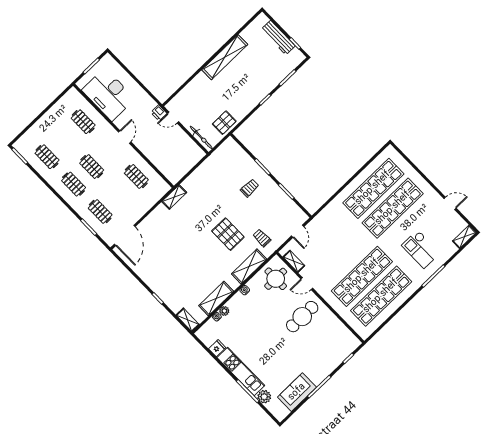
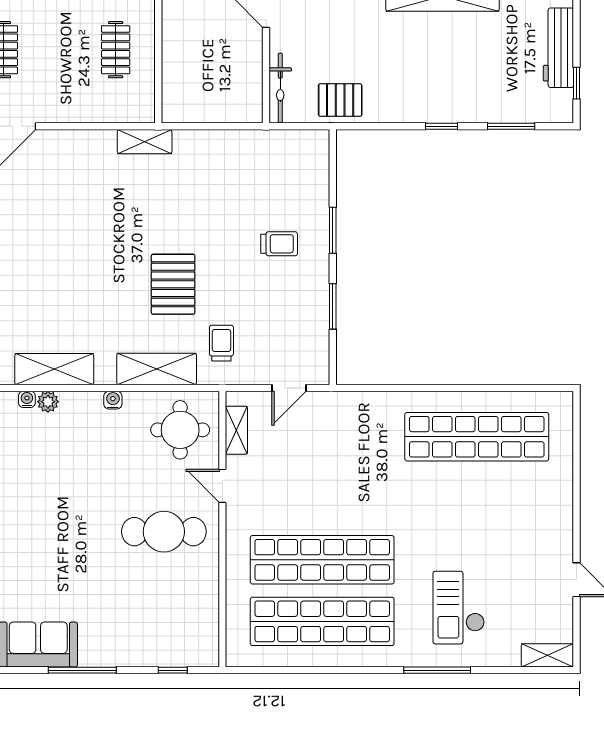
shop shelf: (393, 208) -> (477, 498), removed

